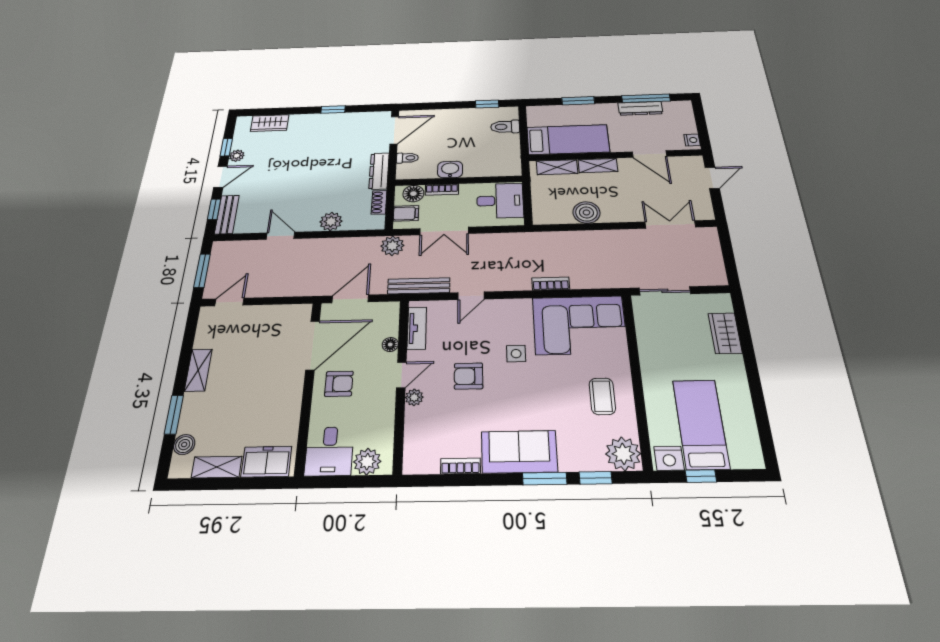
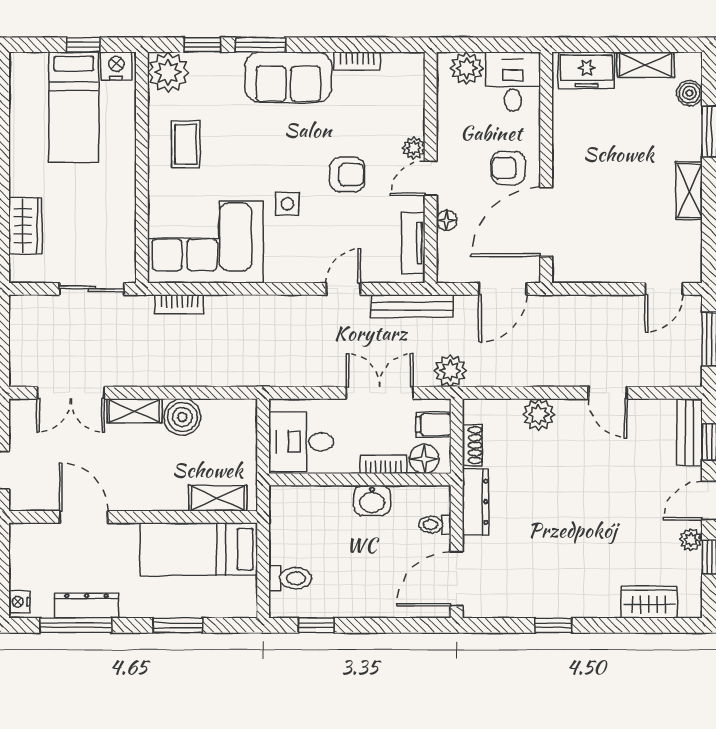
nightstand: (692, 140) -> (19, 602), moved
shelving: (598, 166) -> (134, 411), moved
bookcase: (551, 284) -> (179, 304), moved

